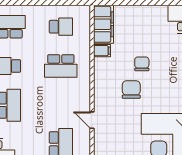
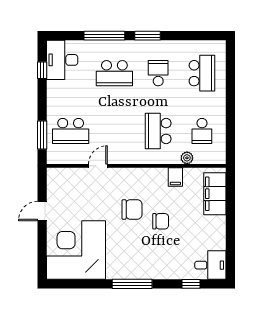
filing cabinet: (104, 24) -> (215, 194), moved, turned 90
plant: (85, 40) -> (187, 158), added

